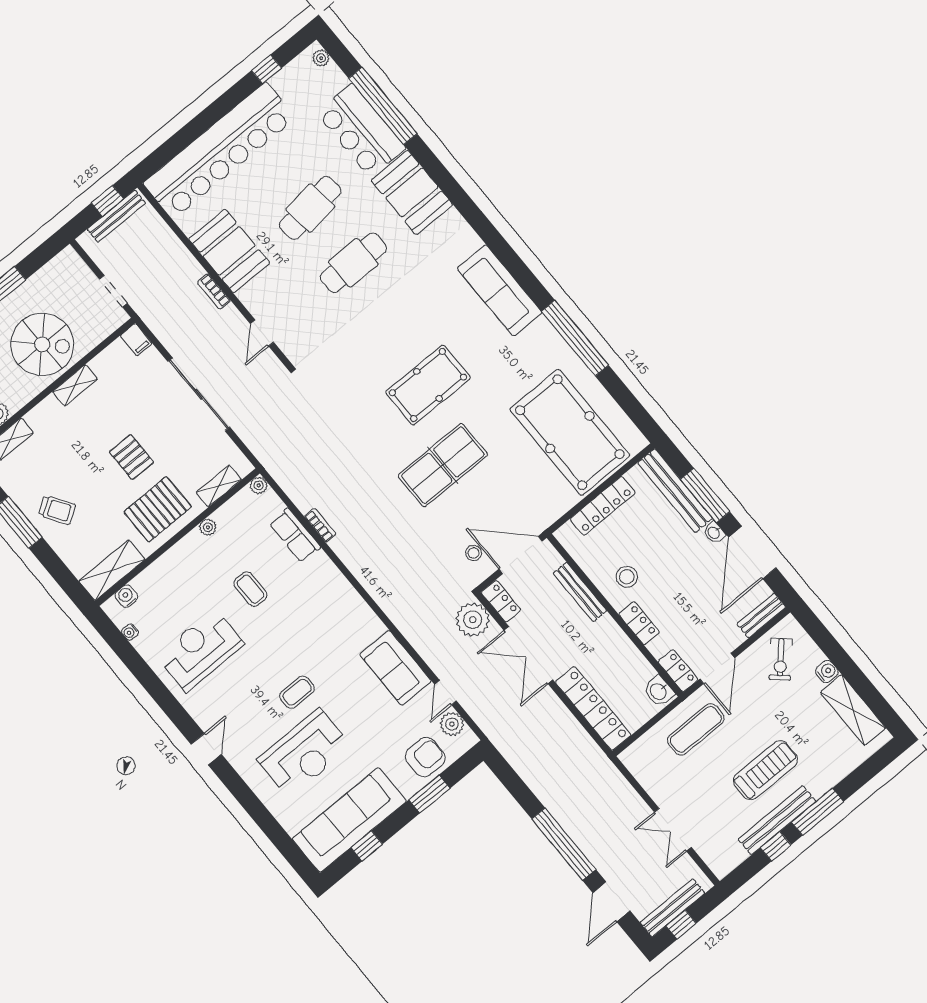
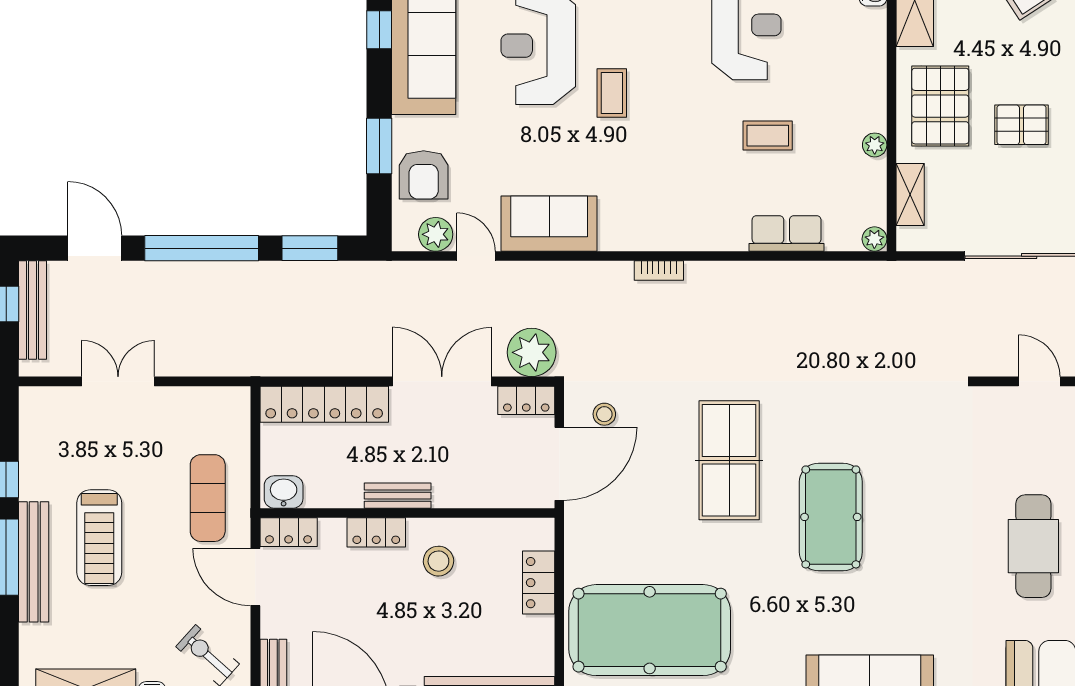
locker: (603, 506) -> (539, 583), width x0.66
bookcase: (320, 525) -> (659, 271), moved
bench: (580, 592) -> (398, 496), moved, width x0.73
window: (515, 786) -> (310, 248), added
bench: (777, 820) -> (34, 562), moved

